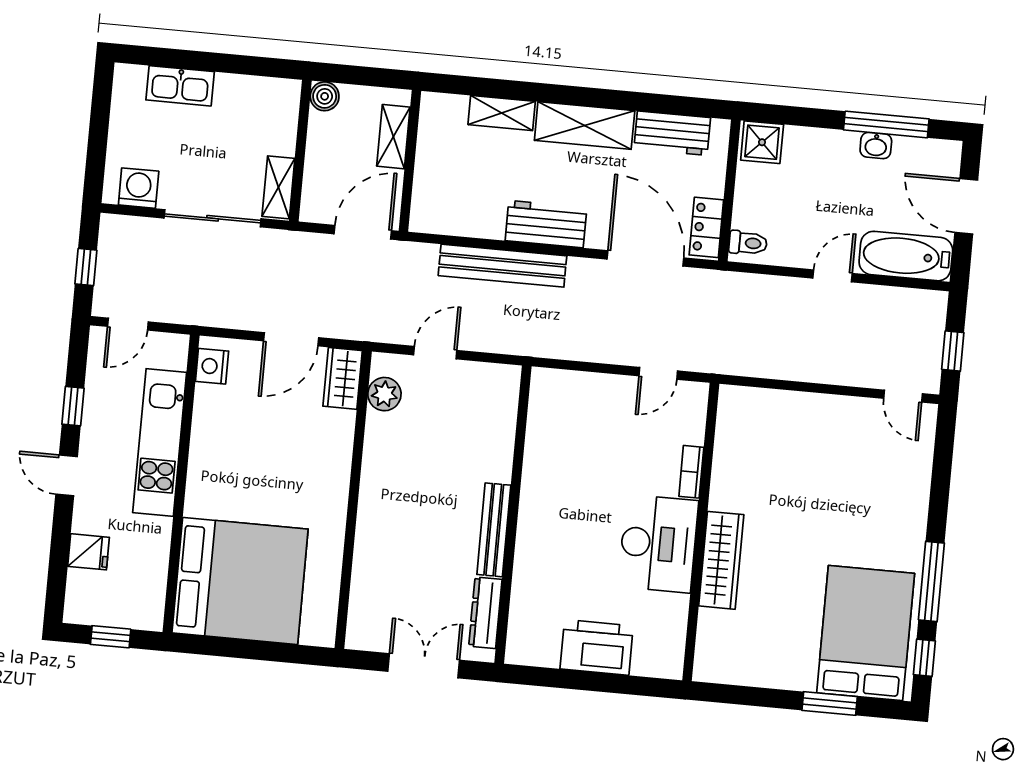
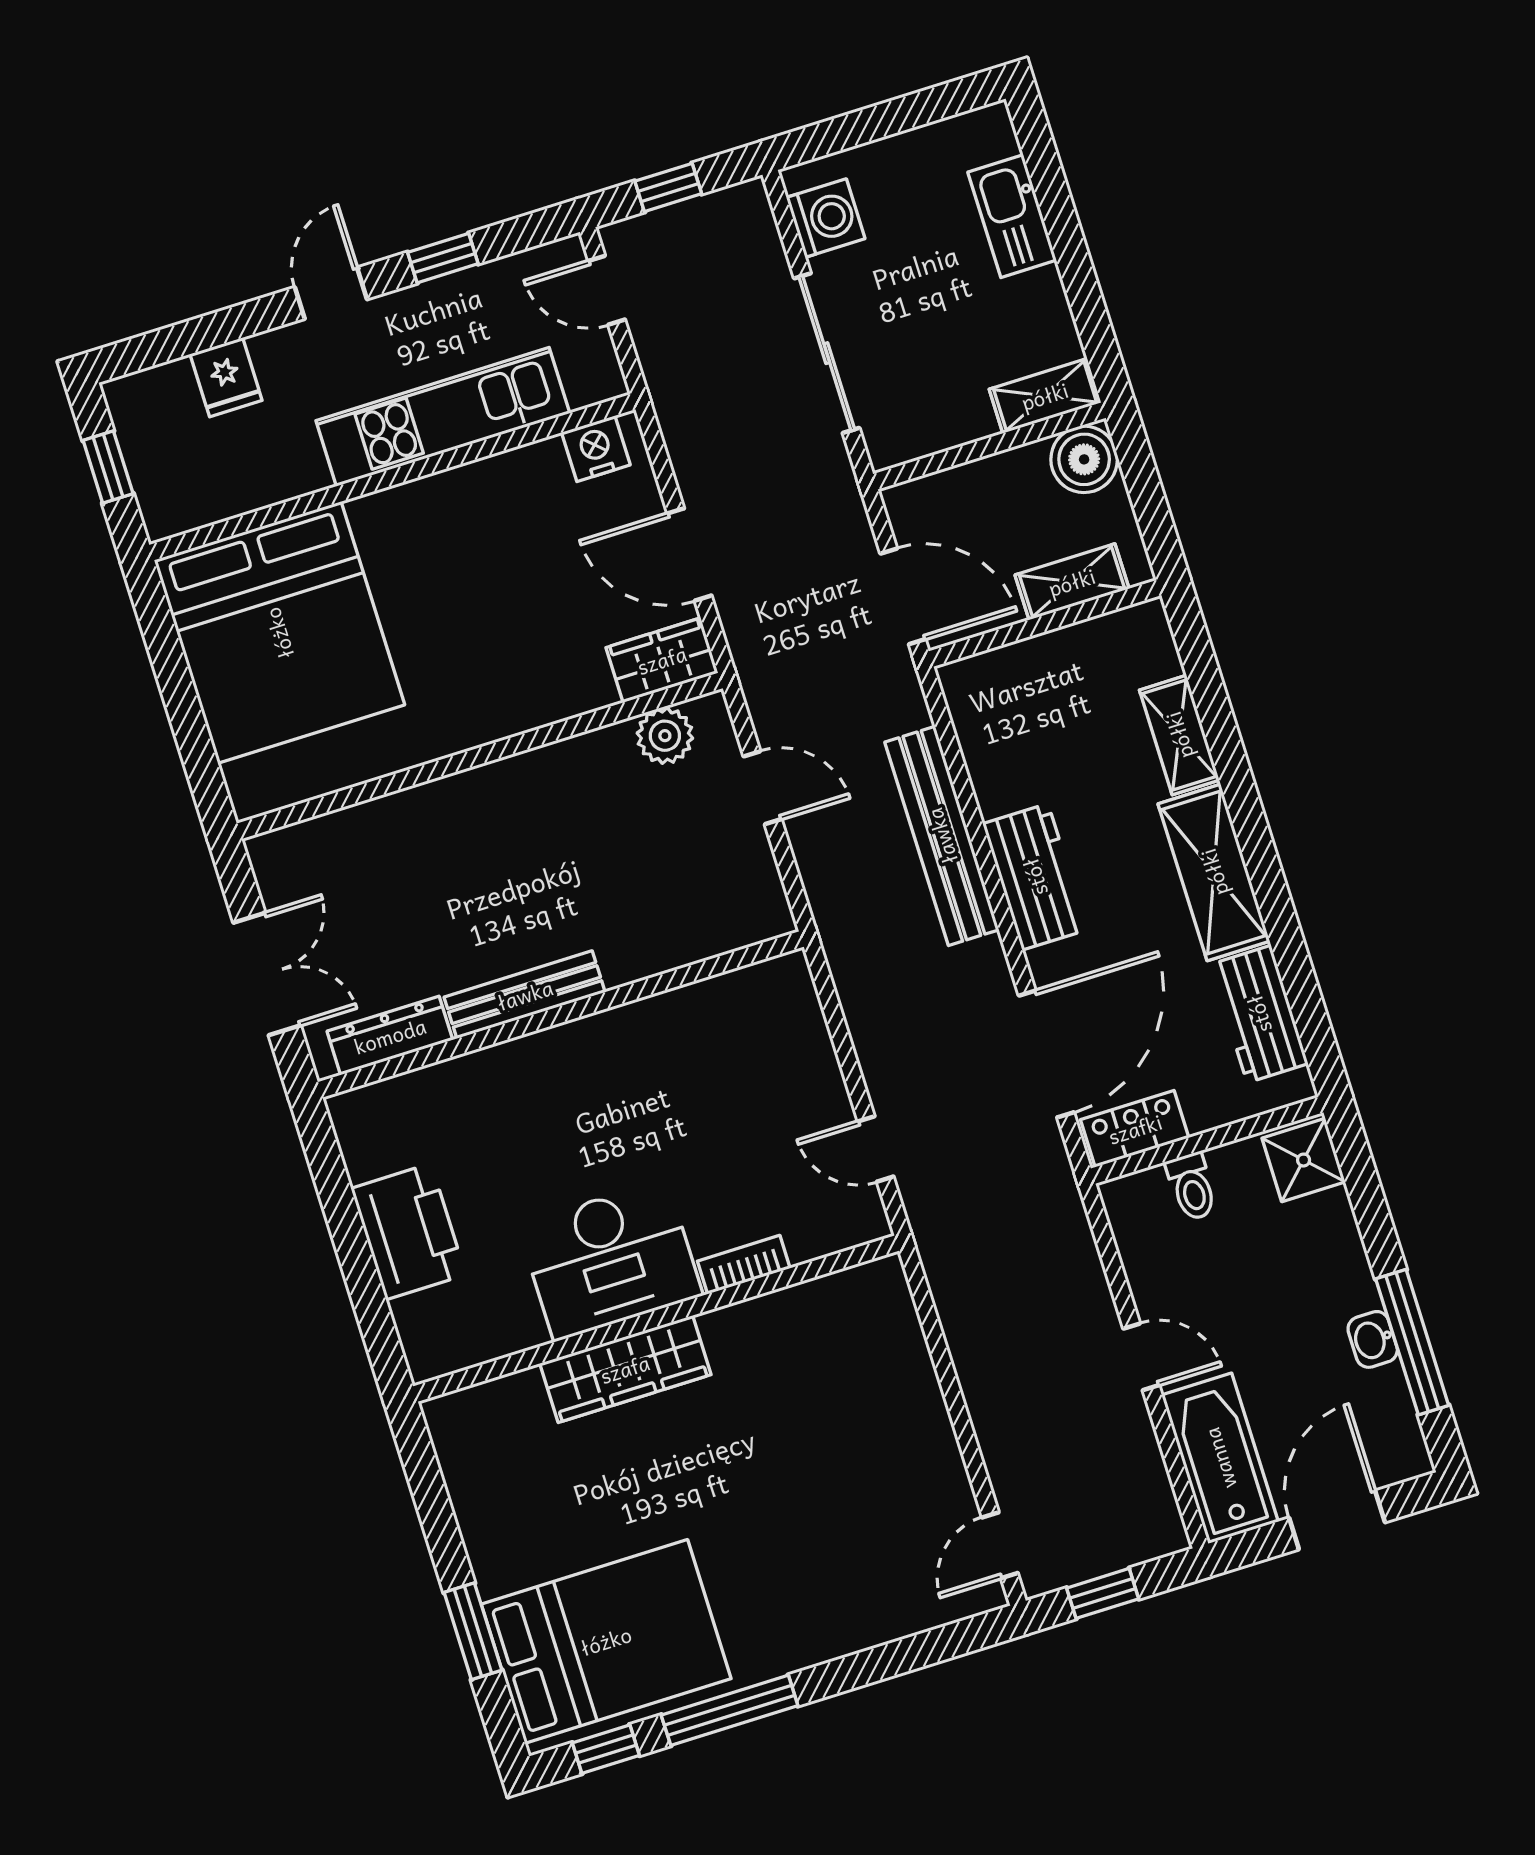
boiler: (325, 96) -> (1084, 459), width x1.36, depth x1.36
shelving: (278, 187) -> (1045, 396), moved
toilet: (748, 243) -> (1192, 1187), moved

